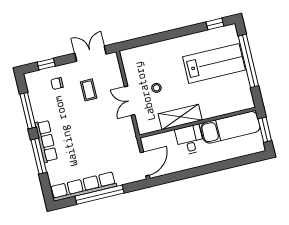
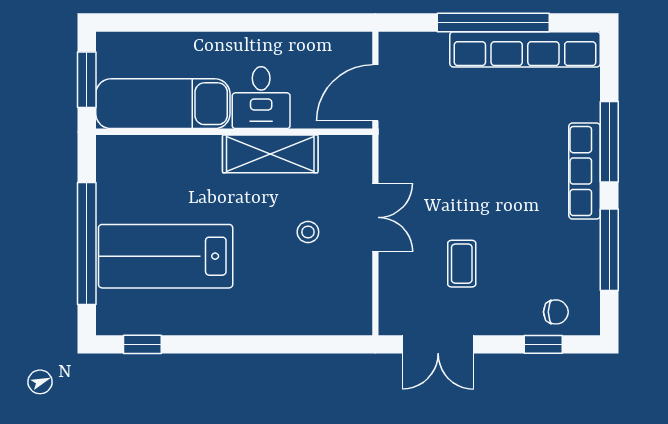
chair: (57, 84) -> (556, 312), moved
door: (145, 164) -> (375, 93), moved

